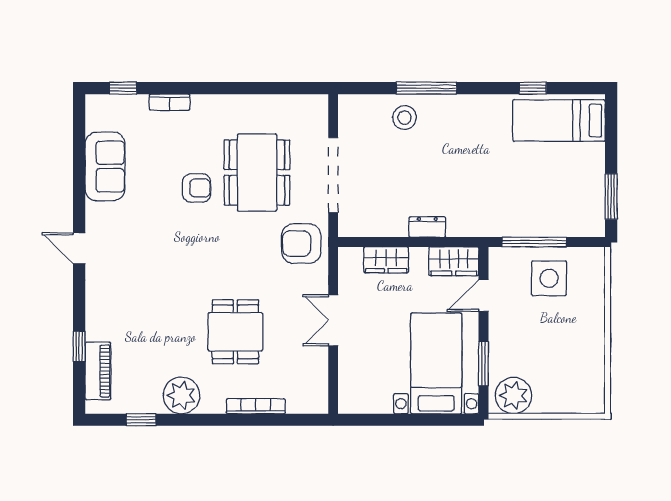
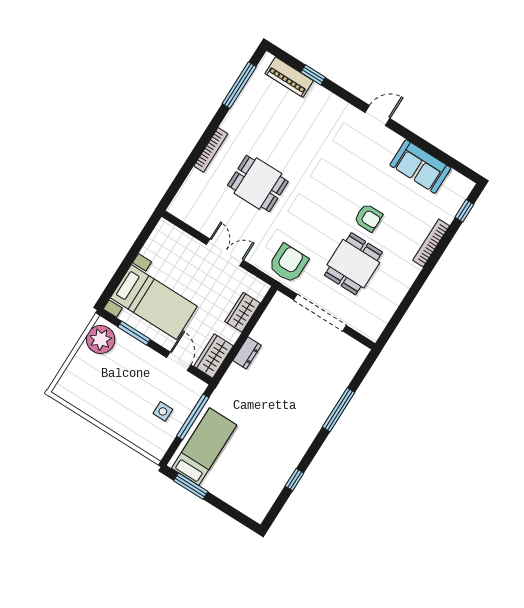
bookcase: (170, 102) -> (431, 243), width x1.56
stool: (404, 118) -> (328, 383), removed
bed: (559, 121) -> (204, 447), moved
dining table: (257, 173) -> (353, 264), width x0.73
armchair: (197, 188) -> (368, 218), turned -90
side table: (549, 278) -> (163, 411), width x0.54, depth x0.54
plant: (181, 395) -> (238, 122), removed
bookcase: (256, 406) -> (211, 150), moved
window: (141, 420) -> (239, 85), width x2.17

